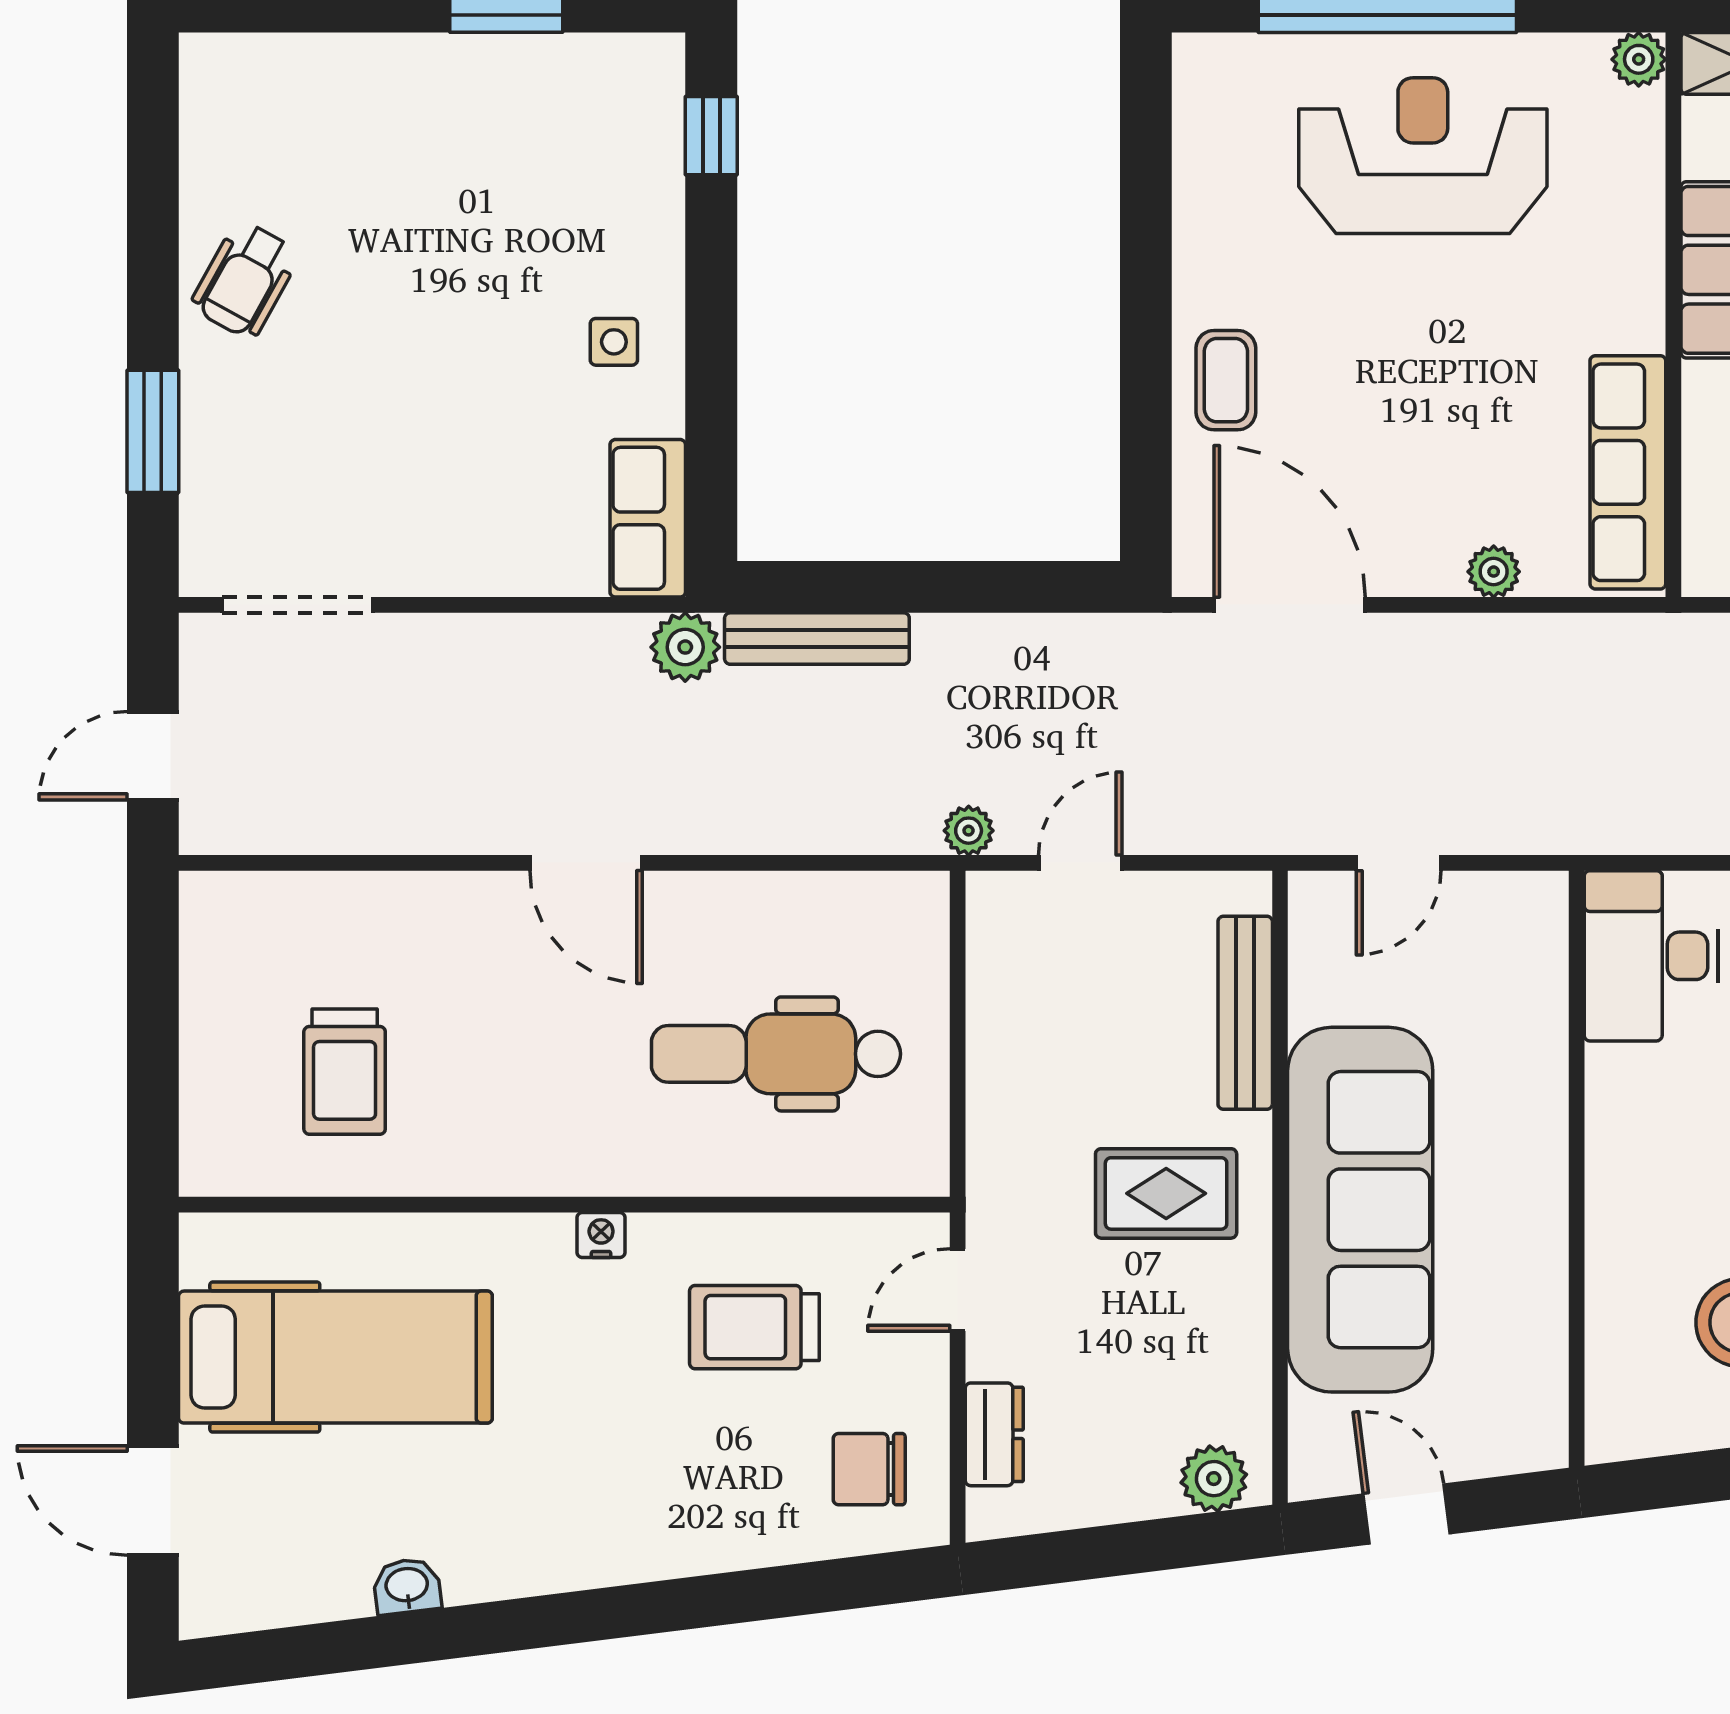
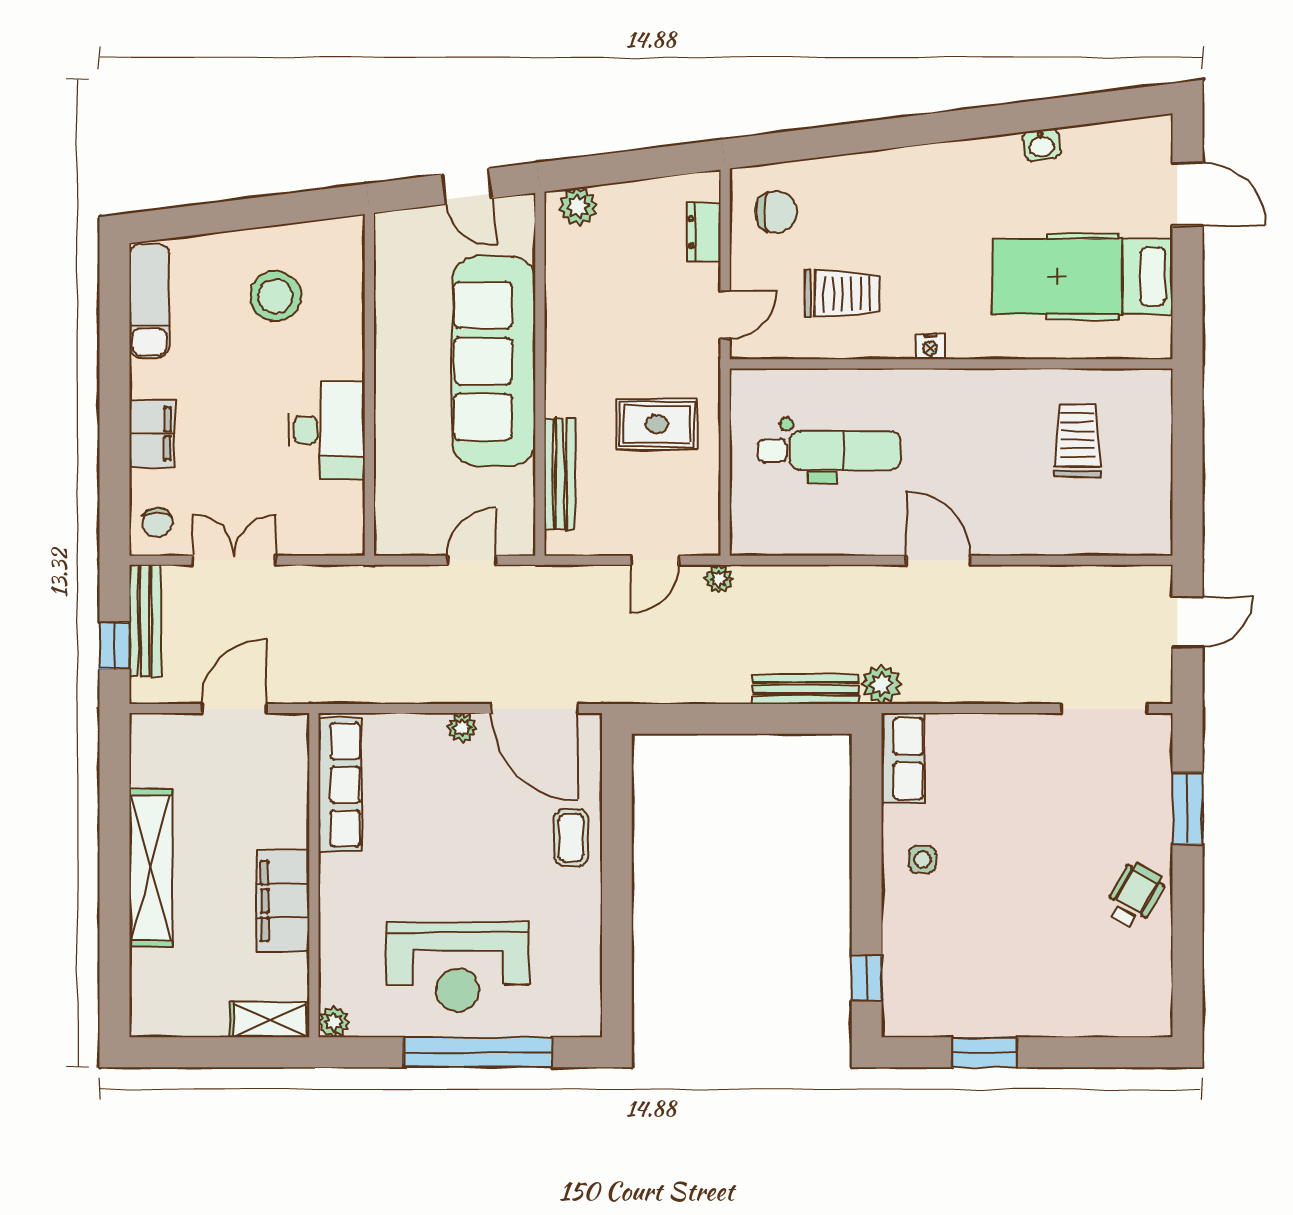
plant: (1494, 572) -> (462, 728), moved
desk: (1651, 956) -> (326, 430), moved
rug: (1166, 1193) -> (657, 424), moved

